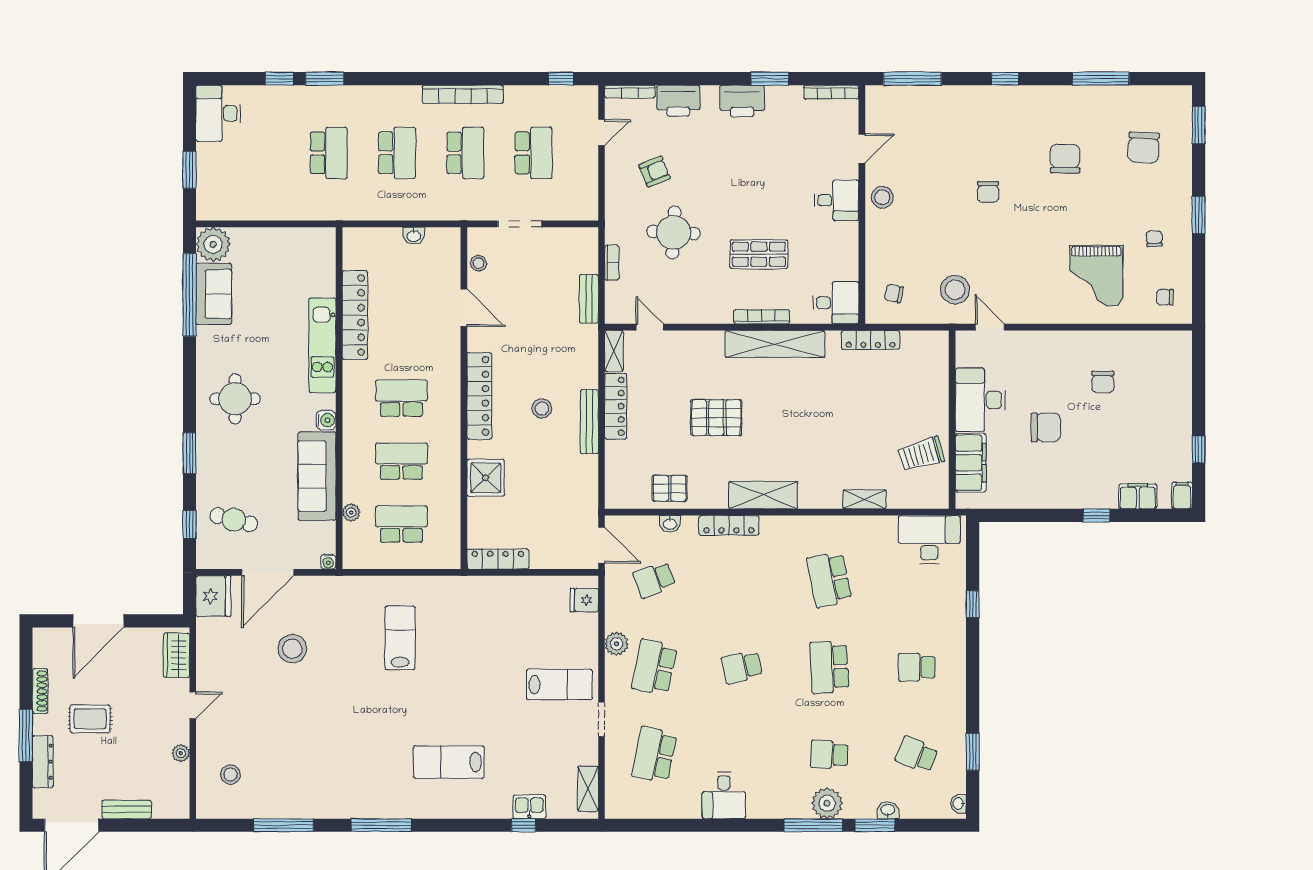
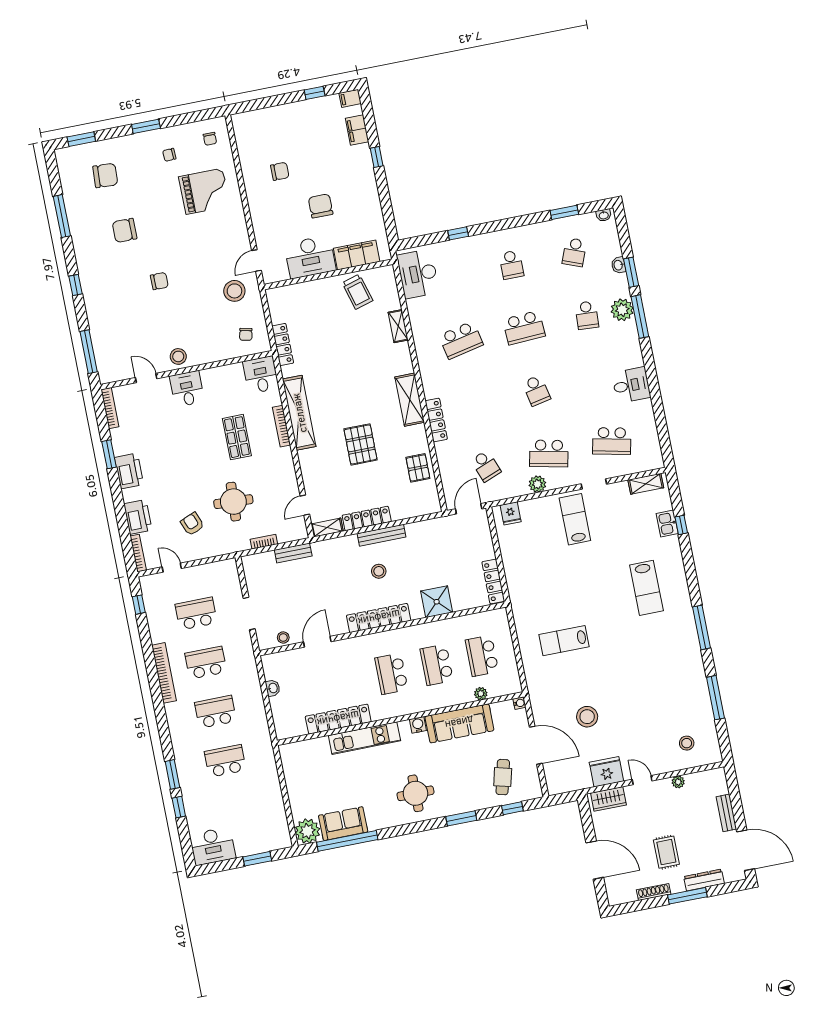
washbasin: (670, 524) -> (443, 463), removed
fridge: (213, 596) -> (606, 772), moved

